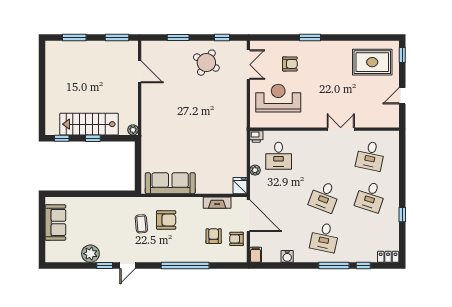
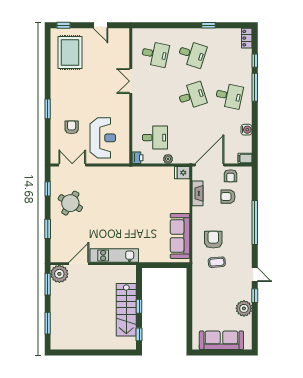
reception desk: (278, 98) -> (103, 138), turned 180
kitchen unit: (149, 111) -> (114, 255), added
plant: (133, 130) -> (59, 274), moved, width x1.88, depth x1.88
desk: (324, 197) -> (192, 96), turned -39
sofa: (55, 222) -> (221, 340), width x1.36

